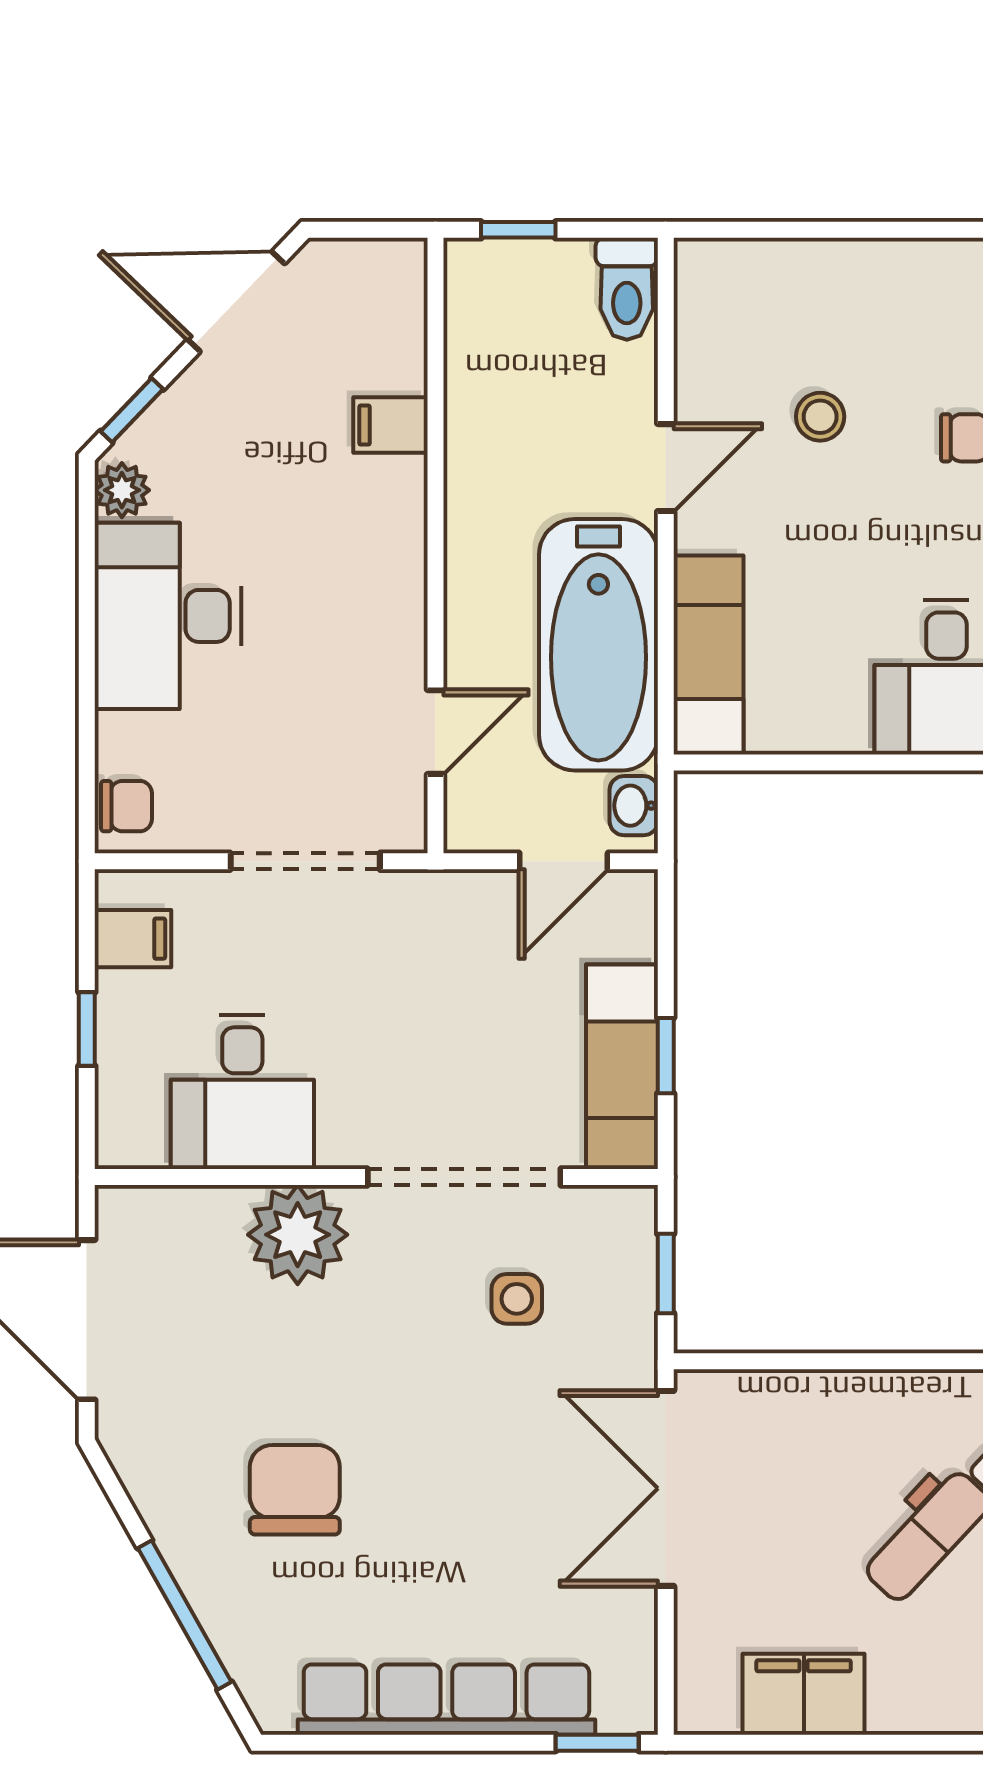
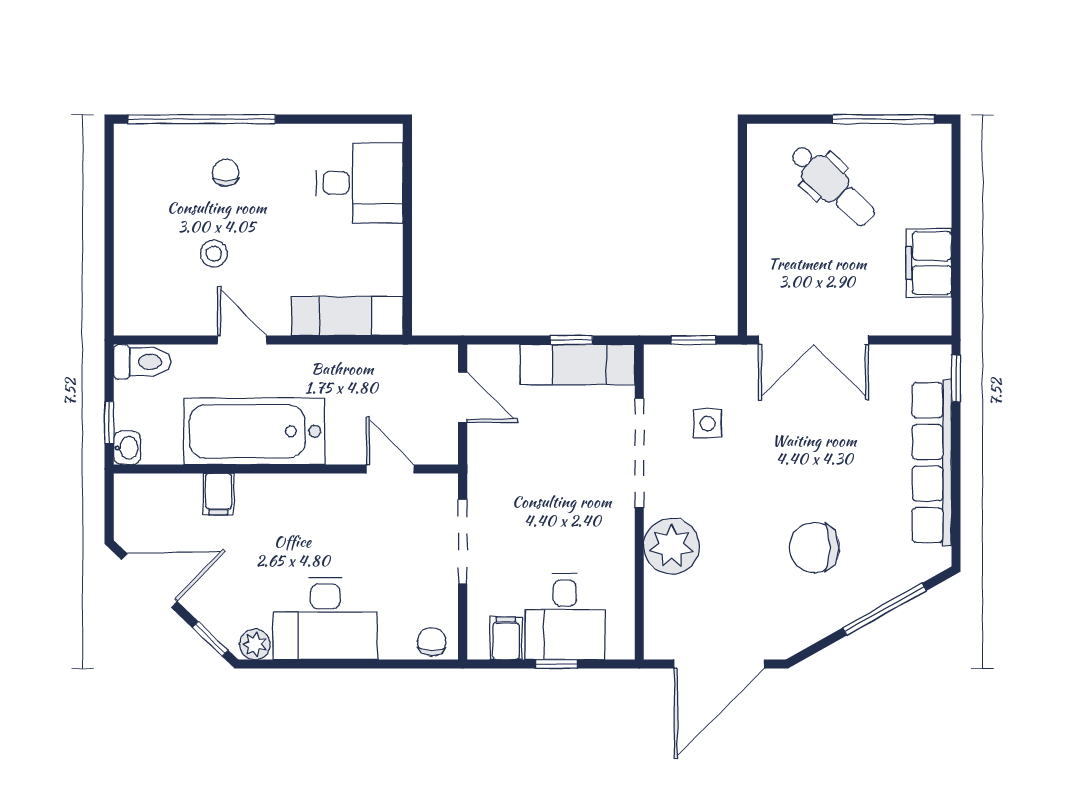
door: (236, 302) -> (149, 581), swing flipped
bathtub: (598, 645) -> (254, 431), moved, turned 180
washbasin: (634, 806) -> (127, 448), moved, turned -90
desk: (242, 1092) -> (565, 616), moved, turned 90

